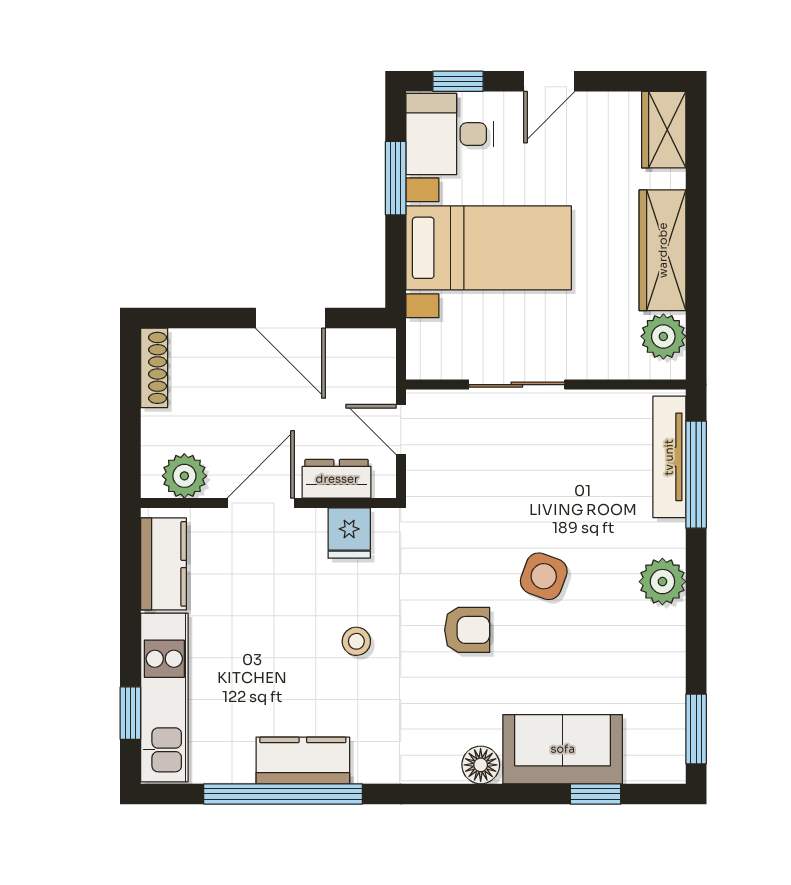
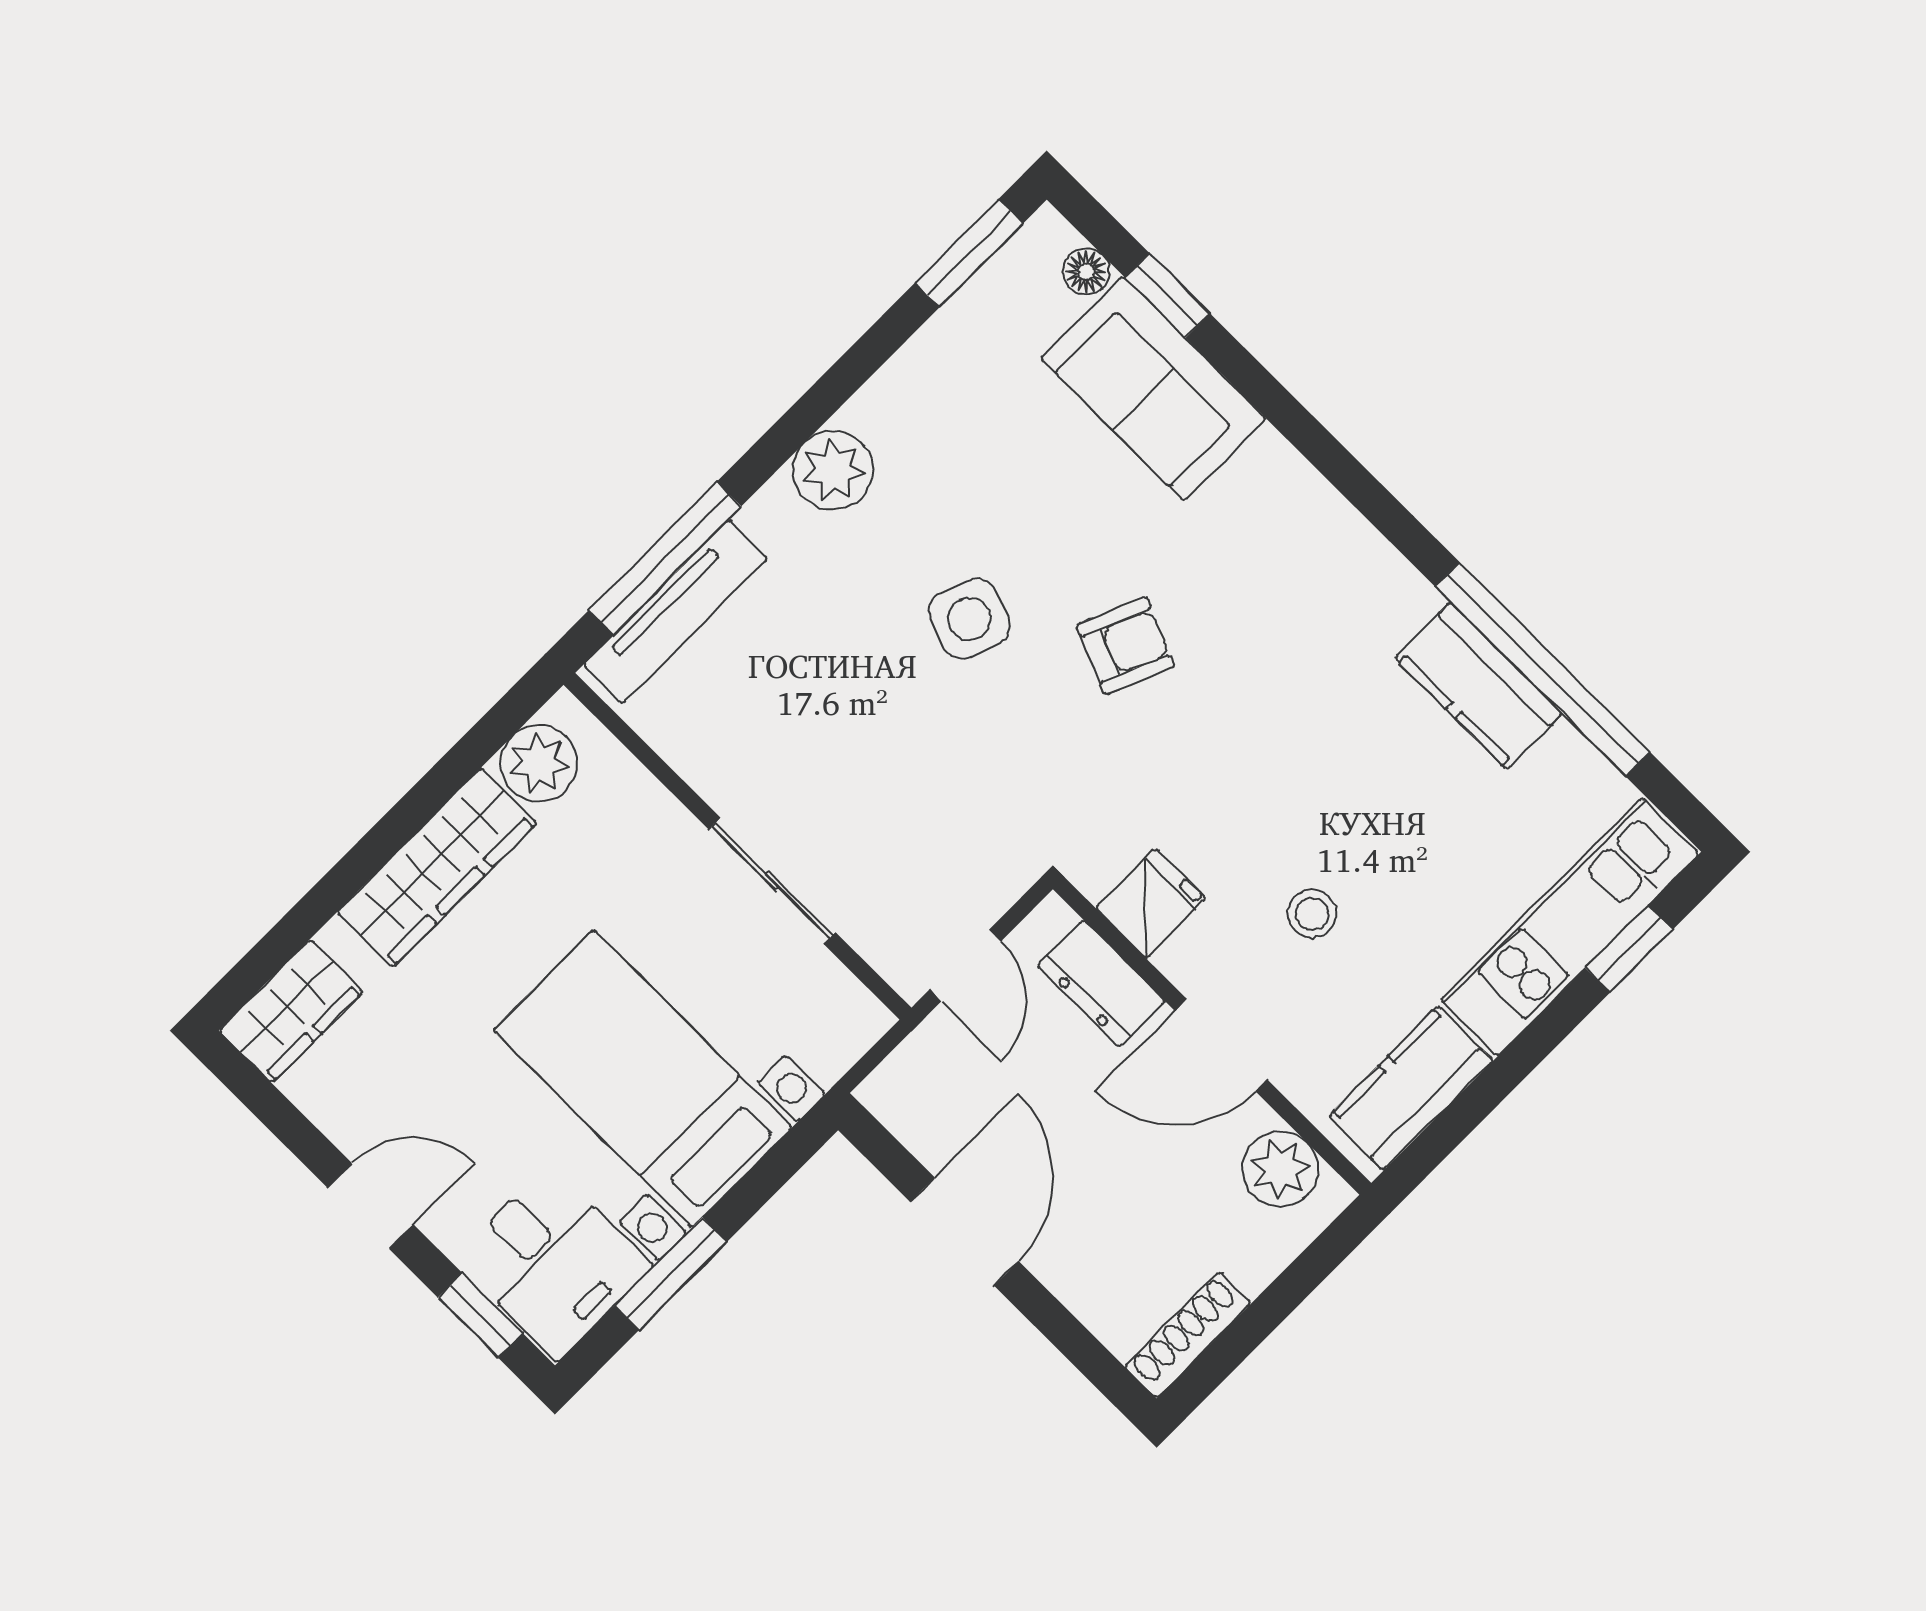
armchair: (467, 630) -> (1125, 646), turned 113
stool: (356, 641) -> (1312, 914), moved
floor lamp: (481, 765) -> (1086, 272), moved, width x0.73, depth x0.73

